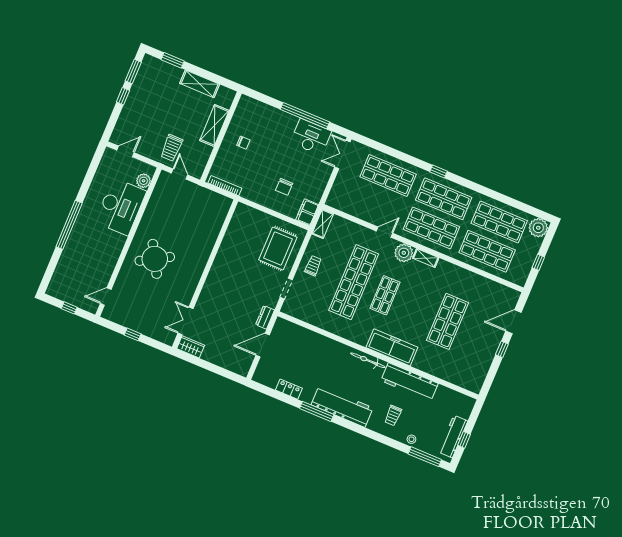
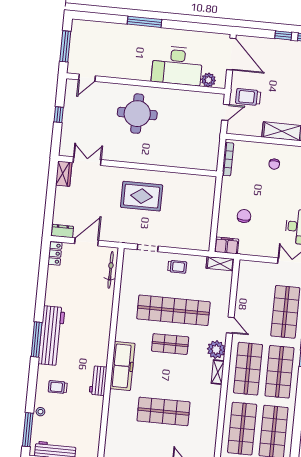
door: (125, 151) -> (231, 54), width x1.87
chair: (284, 187) -> (244, 216), turned 90
window: (69, 225) -> (145, 22), width x0.68
rug: (278, 248) -> (142, 196), moved
round table: (155, 259) -> (137, 114), turned 30
door: (106, 296) -> (87, 78), swing flipped
window: (69, 308) -> (65, 46), width x2.17
dresser: (265, 317) -> (62, 231), moved
door: (263, 345) -> (87, 242), hinge flipped
bicycle: (368, 360) -> (111, 270), moved
workbench: (409, 382) -> (98, 381), width x0.53, depth x0.76
locker: (289, 389) -> (55, 253), moved
window: (317, 411) -> (37, 340), moved

